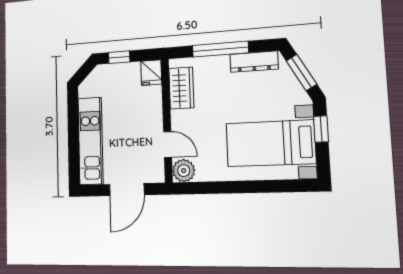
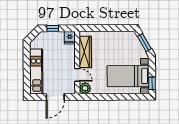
window: (220, 49) -> (106, 28), removed
dresser: (254, 62) -> (122, 36), removed
wardrobe: (181, 88) -> (85, 52), width x1.50
window: (321, 129) -> (152, 83), moved

